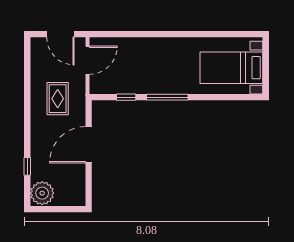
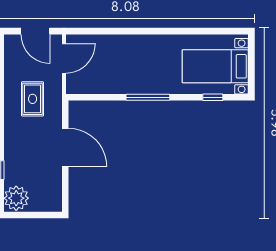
window: (126, 97) -> (213, 97), moved
door: (89, 145) -> (65, 147), swing flipped

